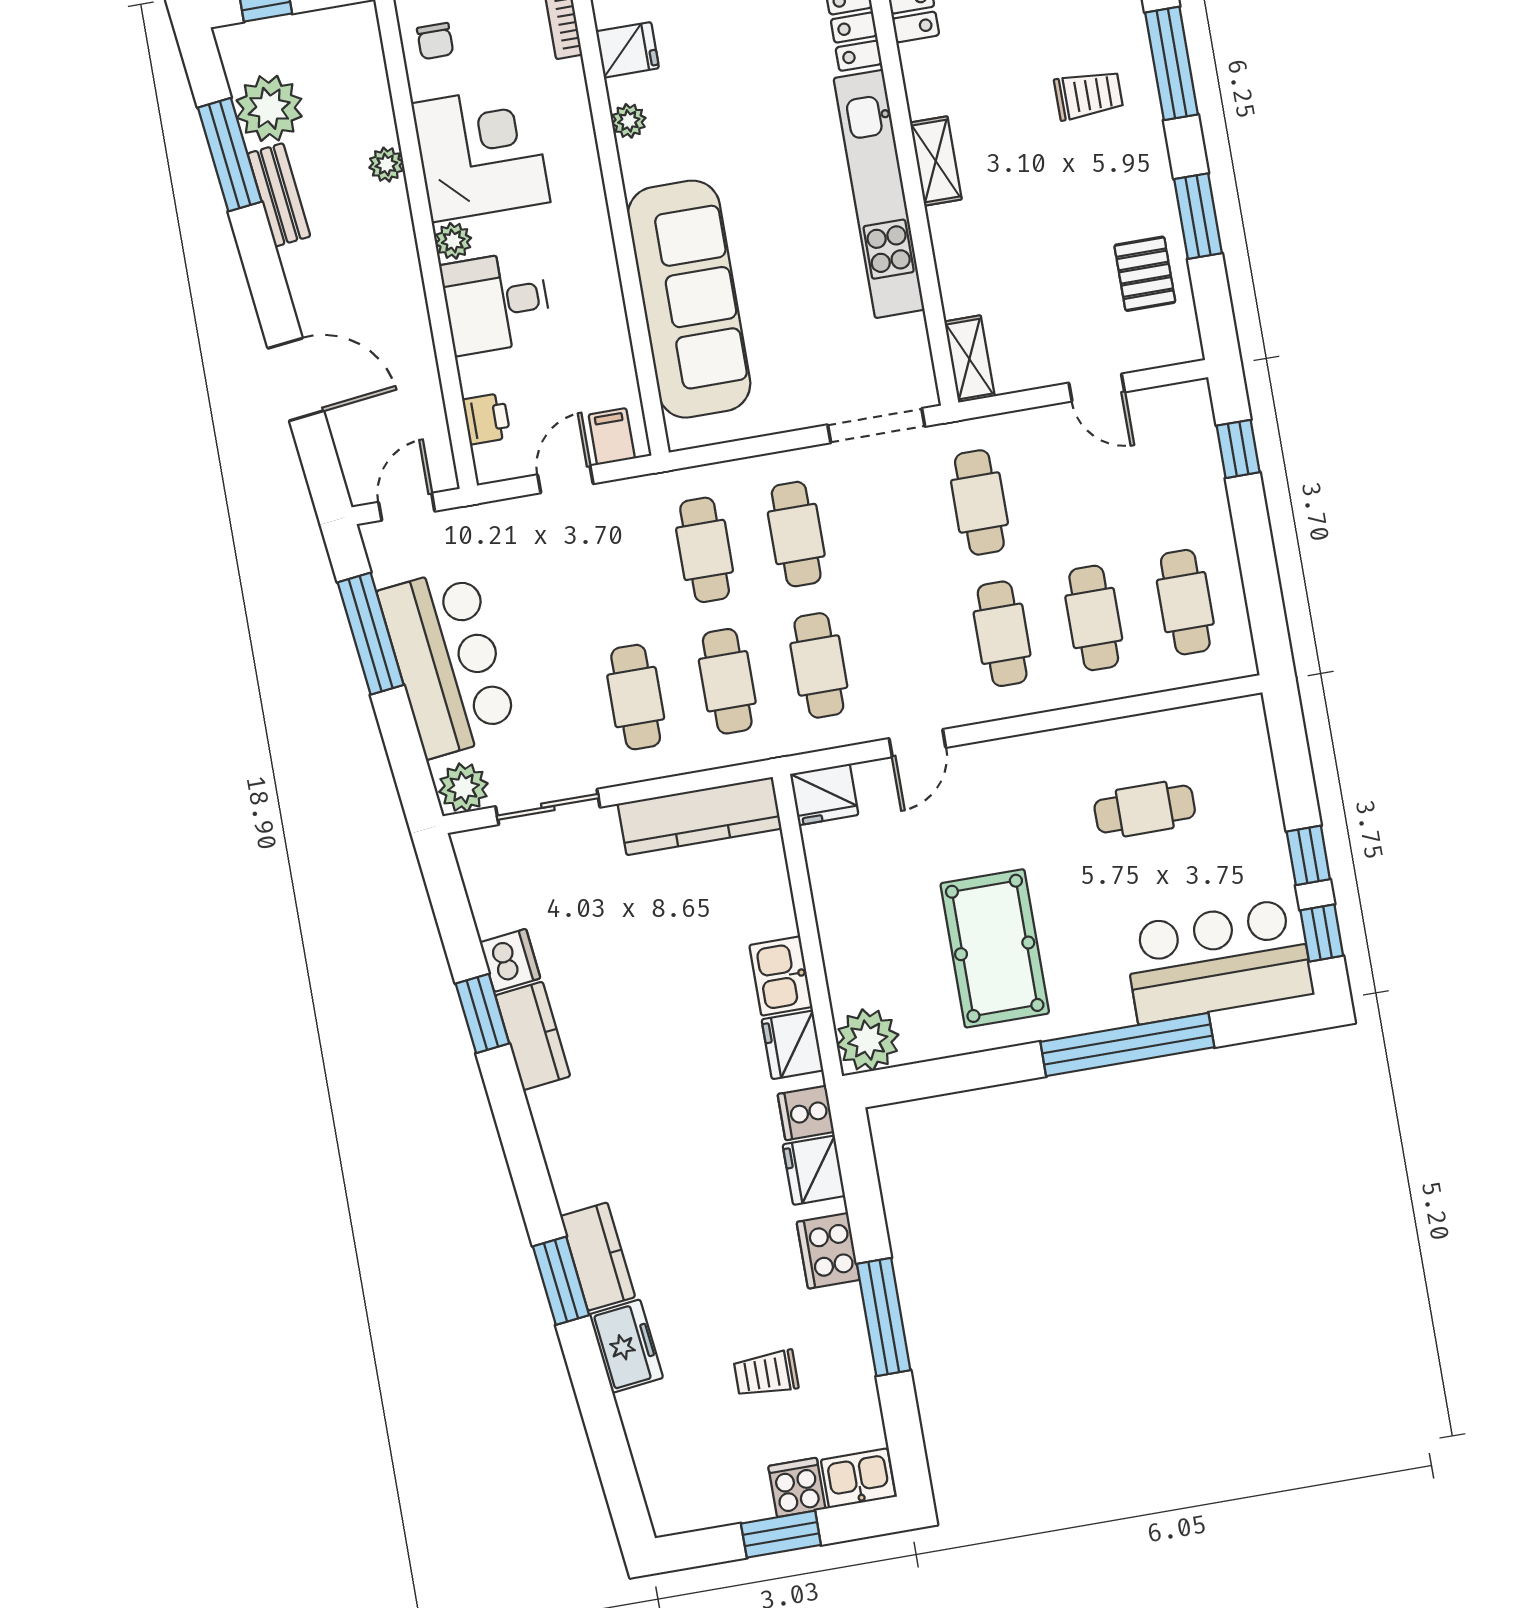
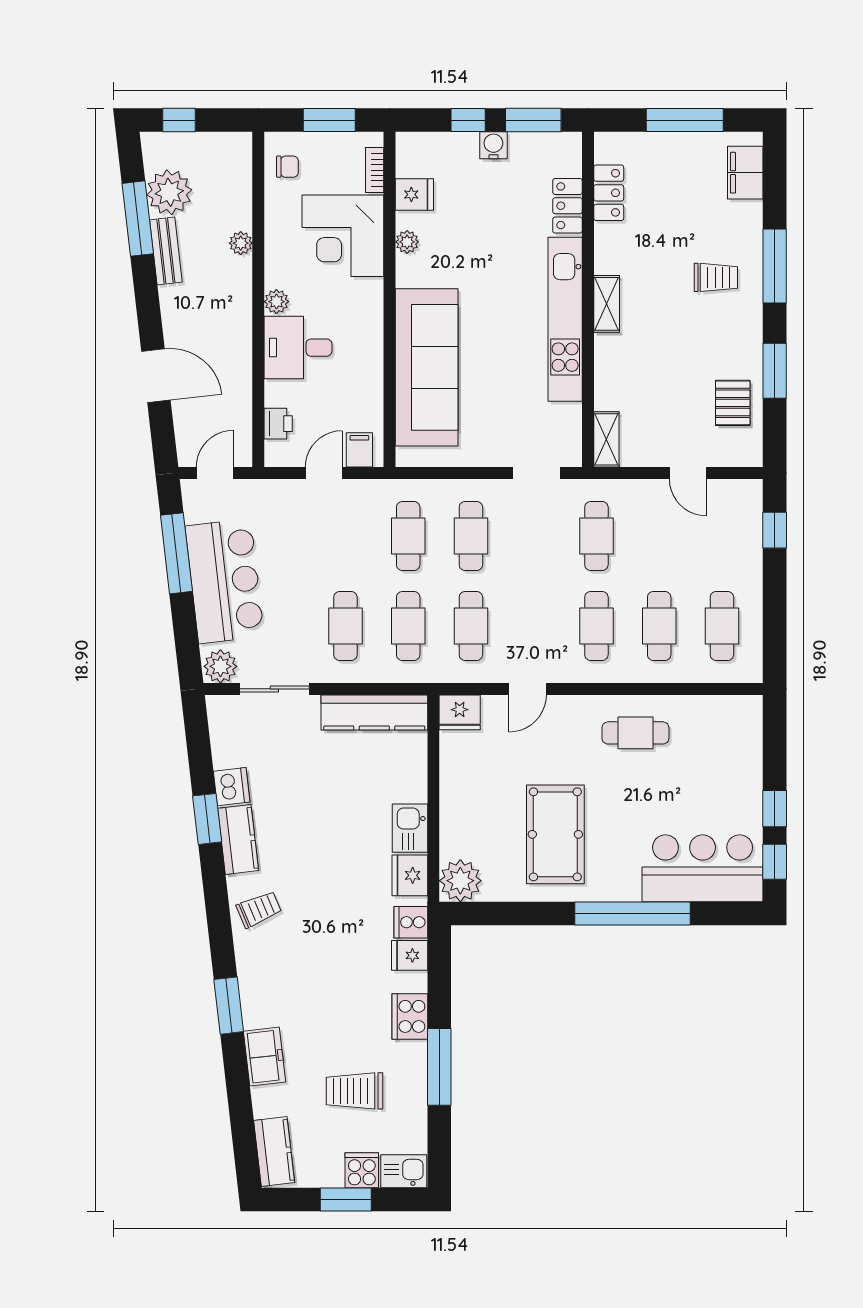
chair: (435, 41) -> (287, 167), turned -90
corner desk: (481, 153) -> (343, 236), moved, turned 180
doorway: (876, 426) -> (537, 473), width x0.73
cafe table: (1145, 809) -> (635, 733), moved
trolley: (581, 1133) -> (259, 909), added
fridge: (814, 1170) -> (410, 955), width x0.72
kitchen counter: (598, 1257) -> (274, 1152), moved
trolley: (766, 1374) -> (354, 1091), width x1.36, depth x1.39

